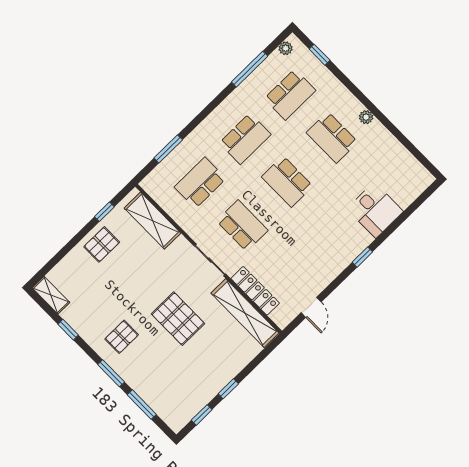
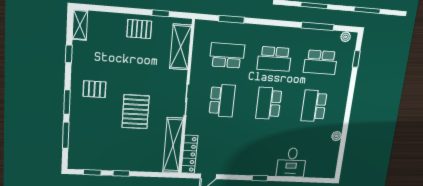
plant: (366, 117) -> (336, 136), moved
locker: (255, 291) -> (189, 154), moved

